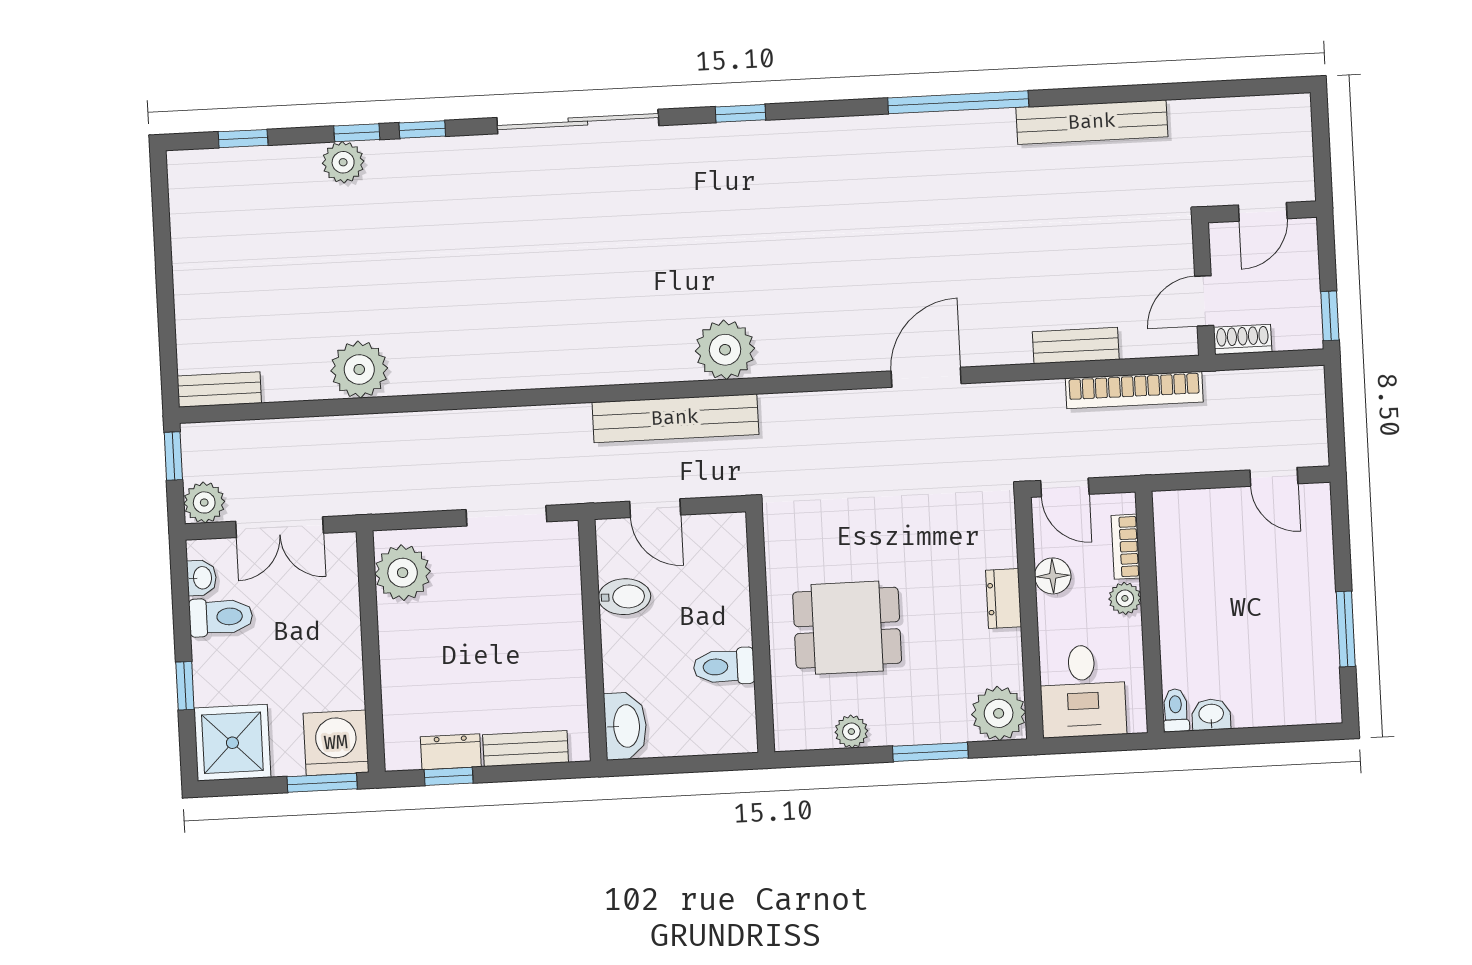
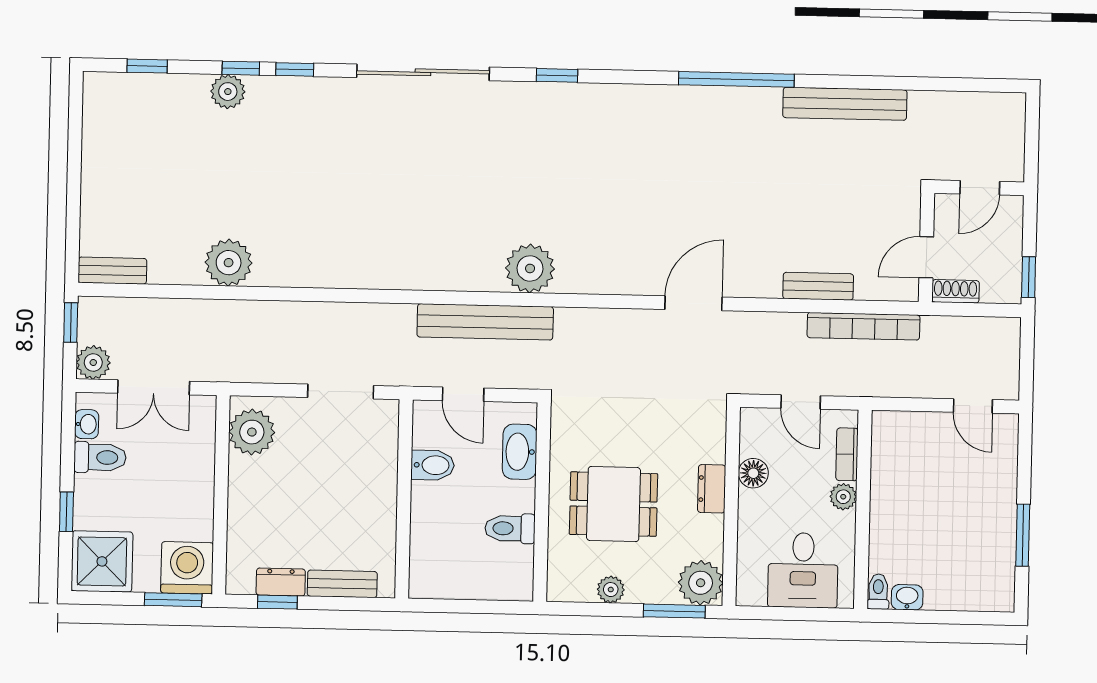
floor lamp: (1053, 576) -> (753, 473), moved
dresser: (1004, 599) -> (712, 489), moved
wall: (1029, 618) -> (731, 506), moved
plant: (999, 713) -> (701, 583), moved
washbasin: (625, 726) -> (520, 452), moved, turned 180

